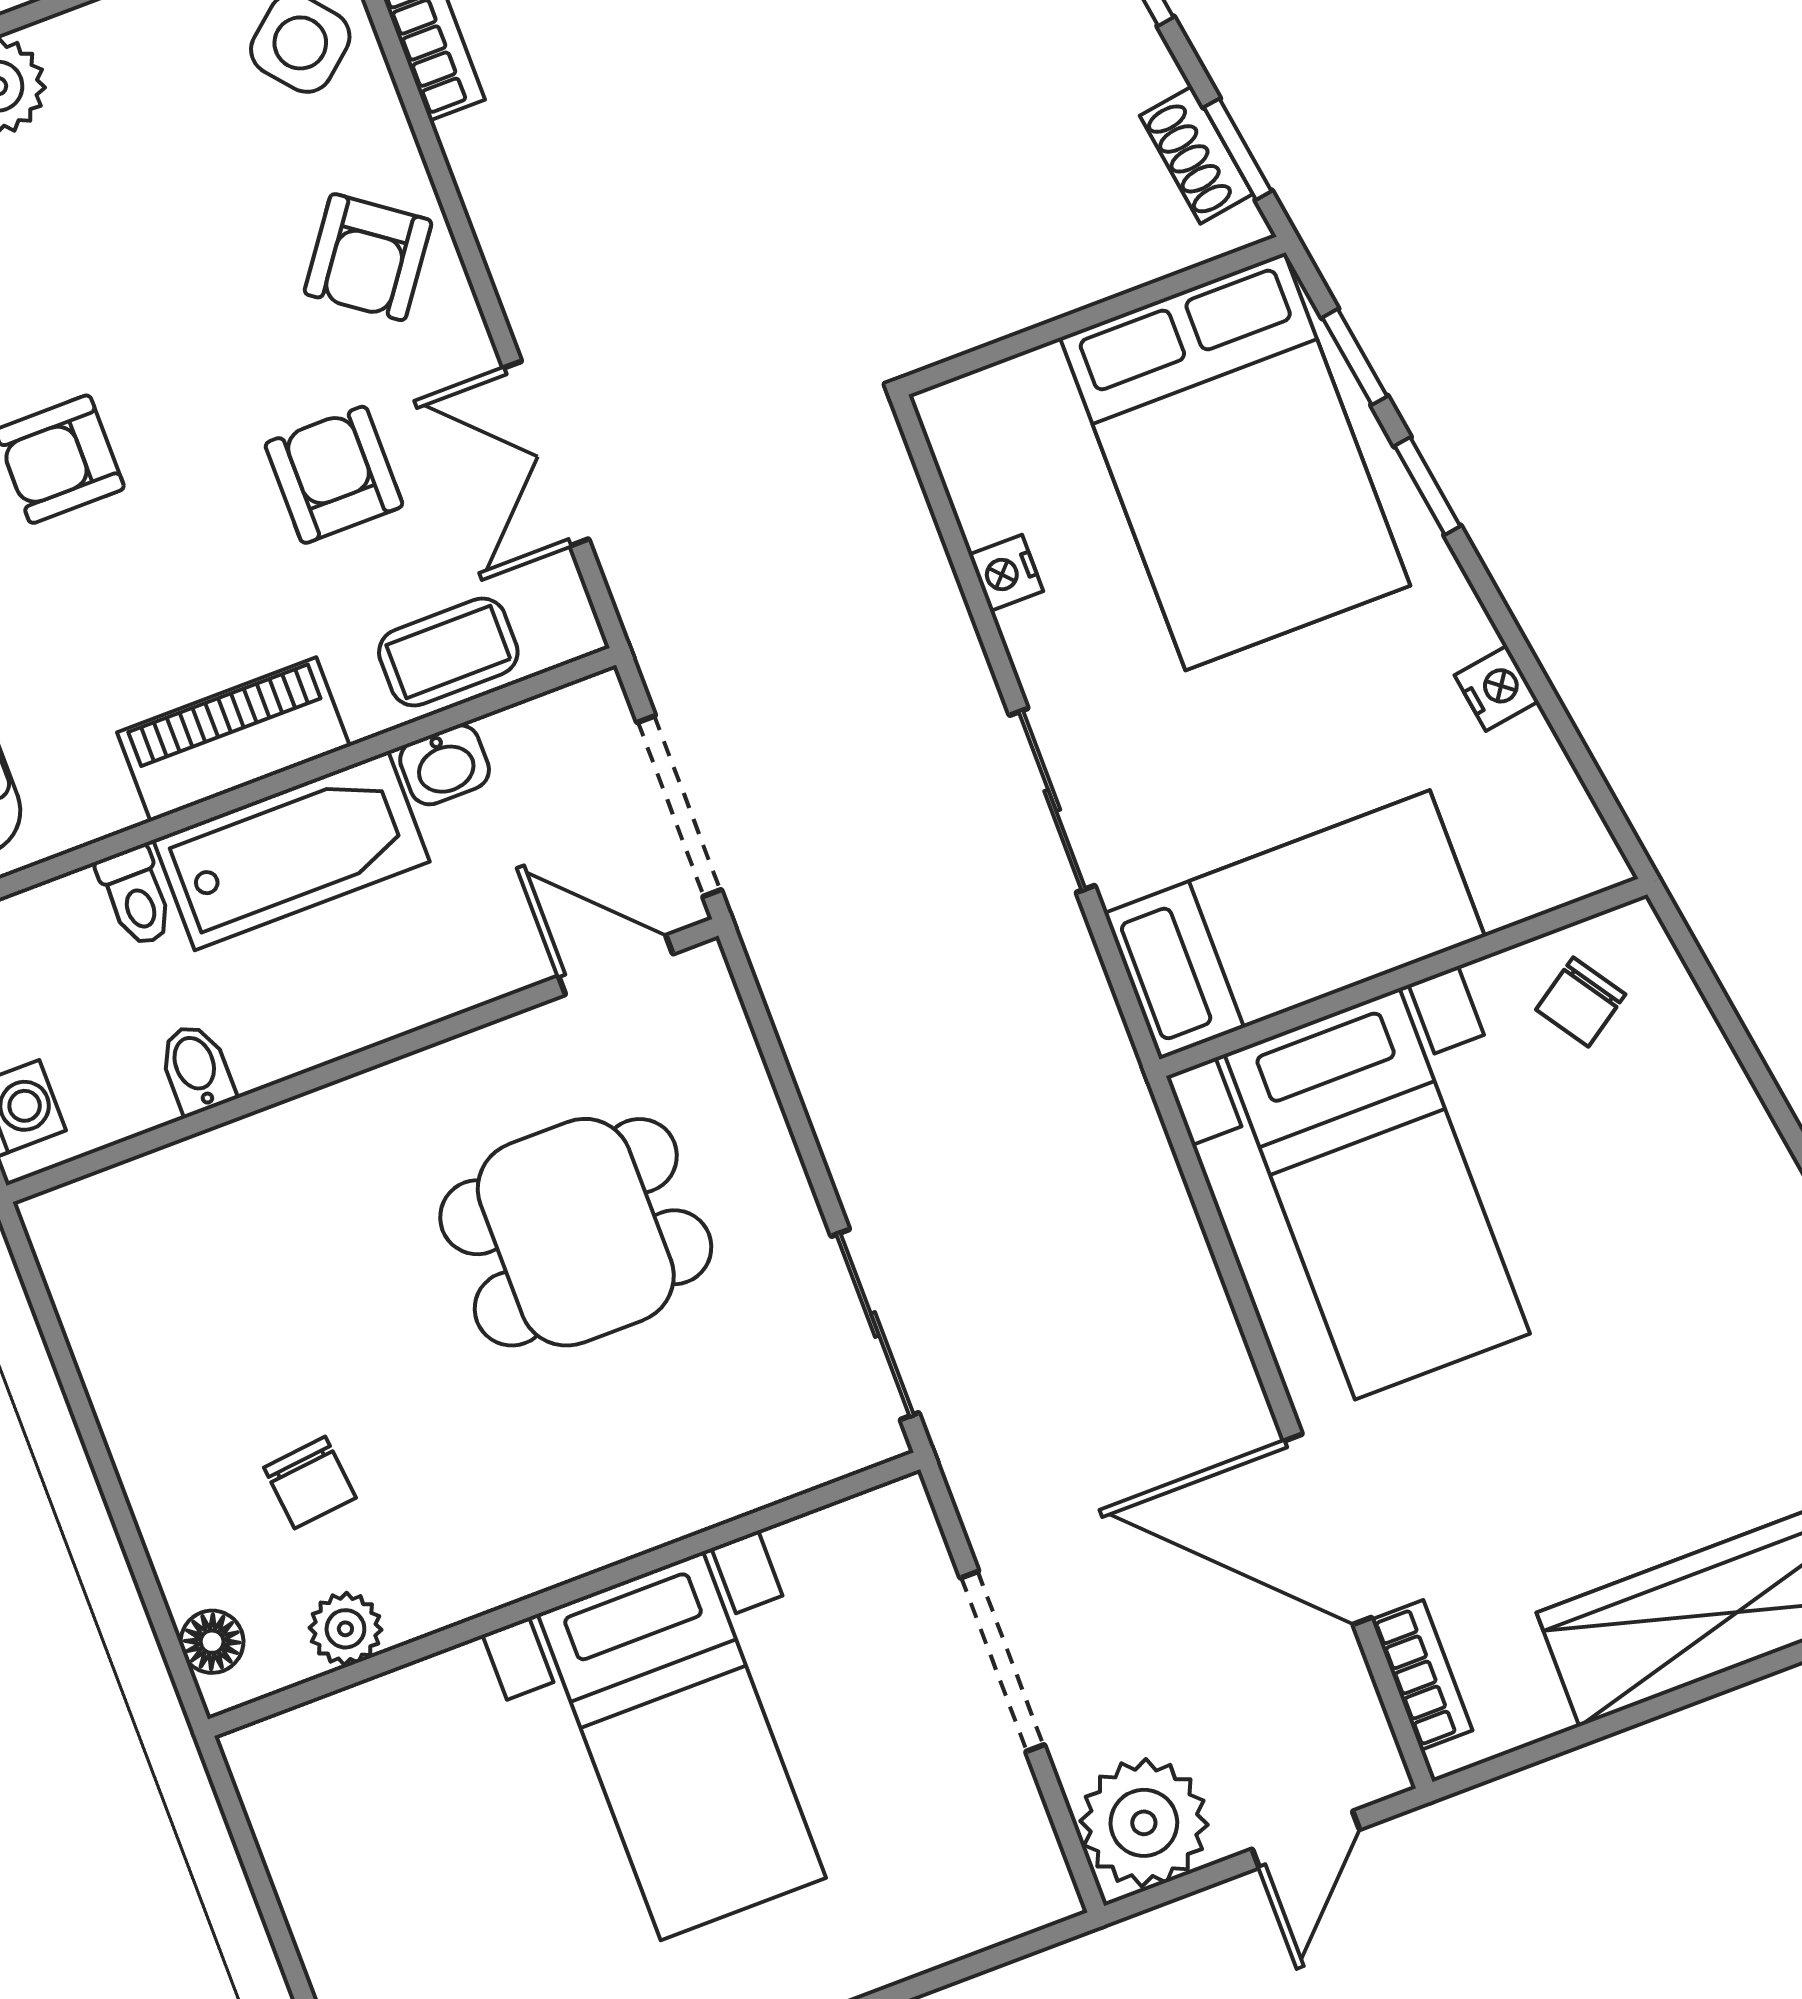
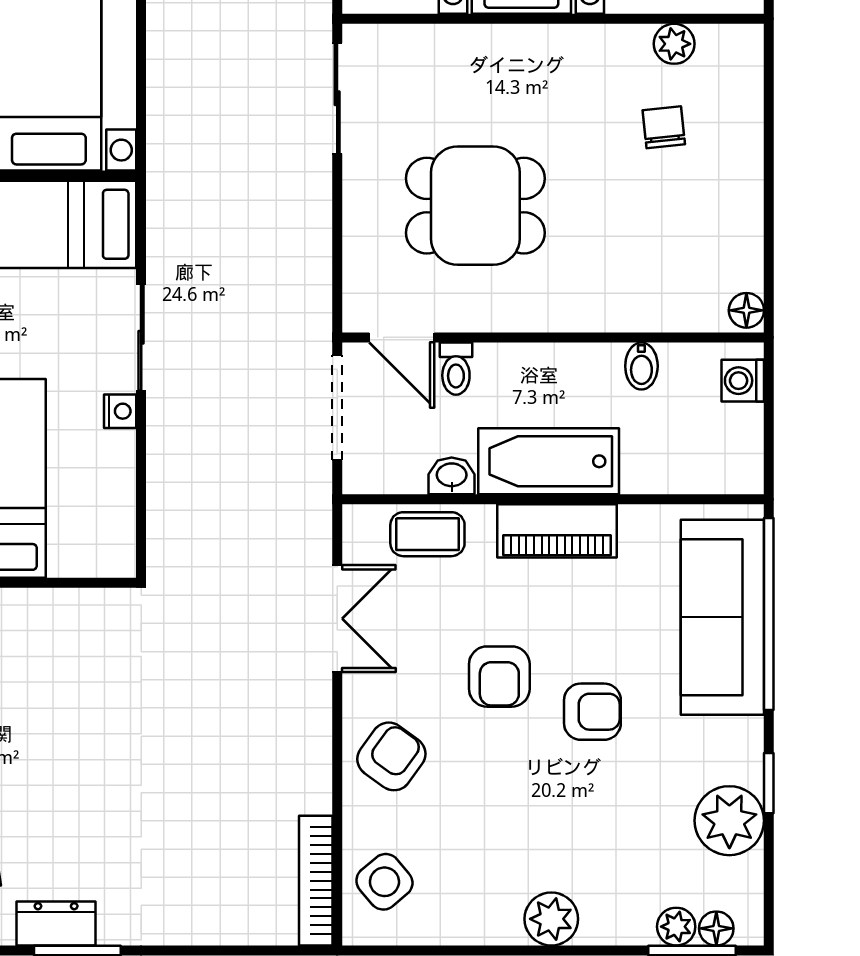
armchair: (334, 475) -> (499, 677), moved
nightstand: (1006, 573) -> (120, 411), moved
toilet: (136, 896) -> (456, 369), moved, turned 180
floor lamp: (212, 1642) -> (746, 310), moved

